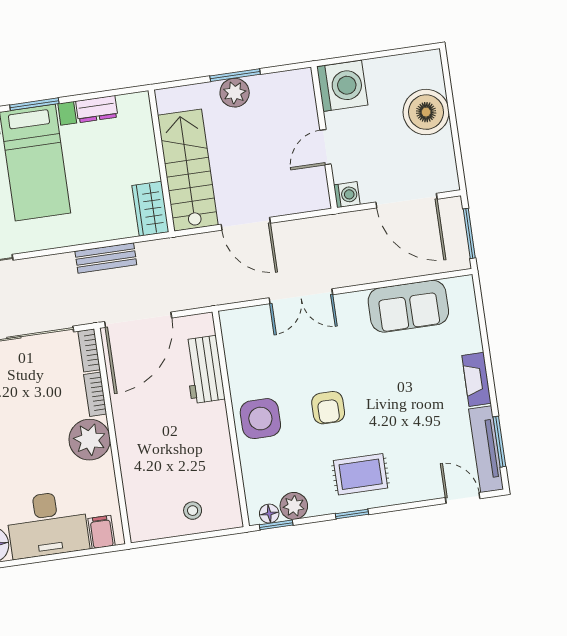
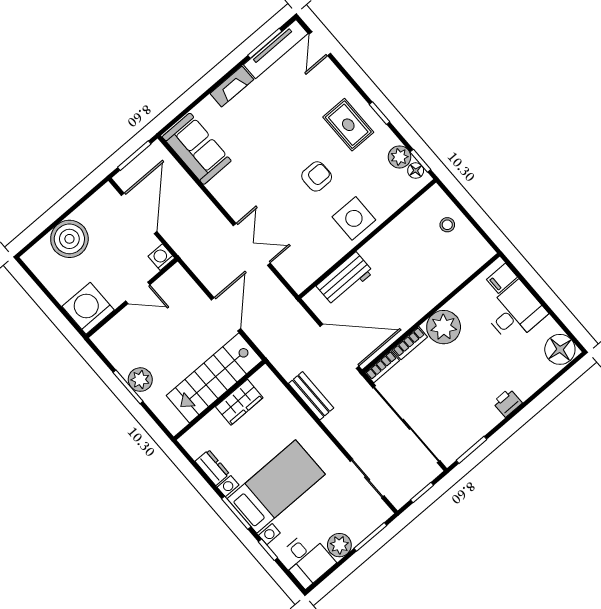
wardrobe: (150, 209) -> (239, 402), moved
sofa: (408, 306) -> (197, 149), moved
desk: (47, 524) -> (515, 312), width x0.73

